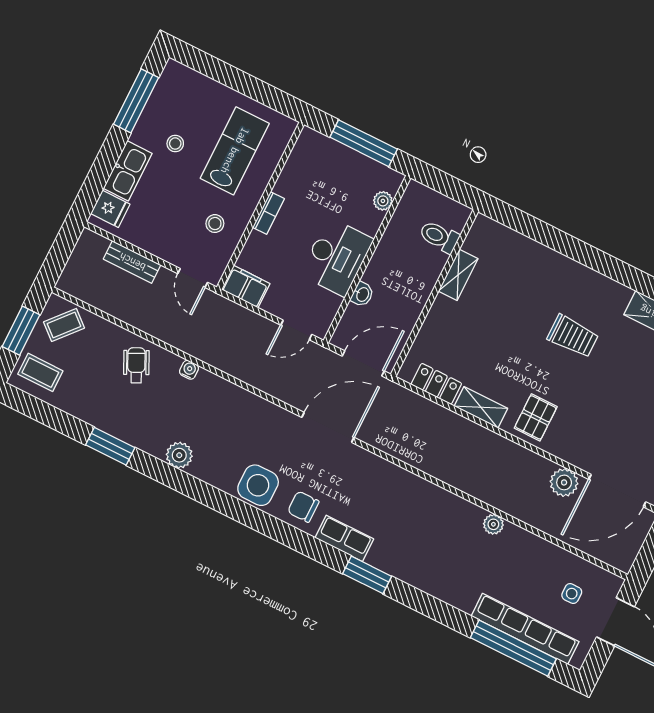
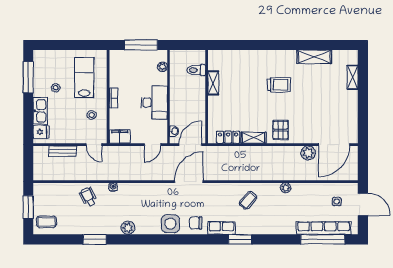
washbasin: (362, 294) -> (174, 131), moved
coffee table: (64, 325) -> (248, 200), moved

